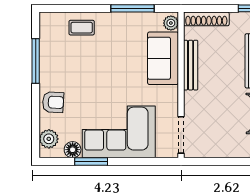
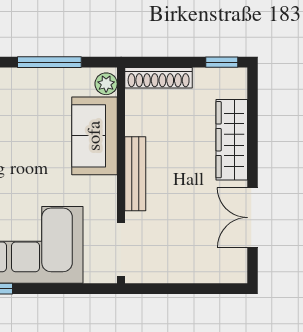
bench: (191, 65) -> (135, 174), moved

